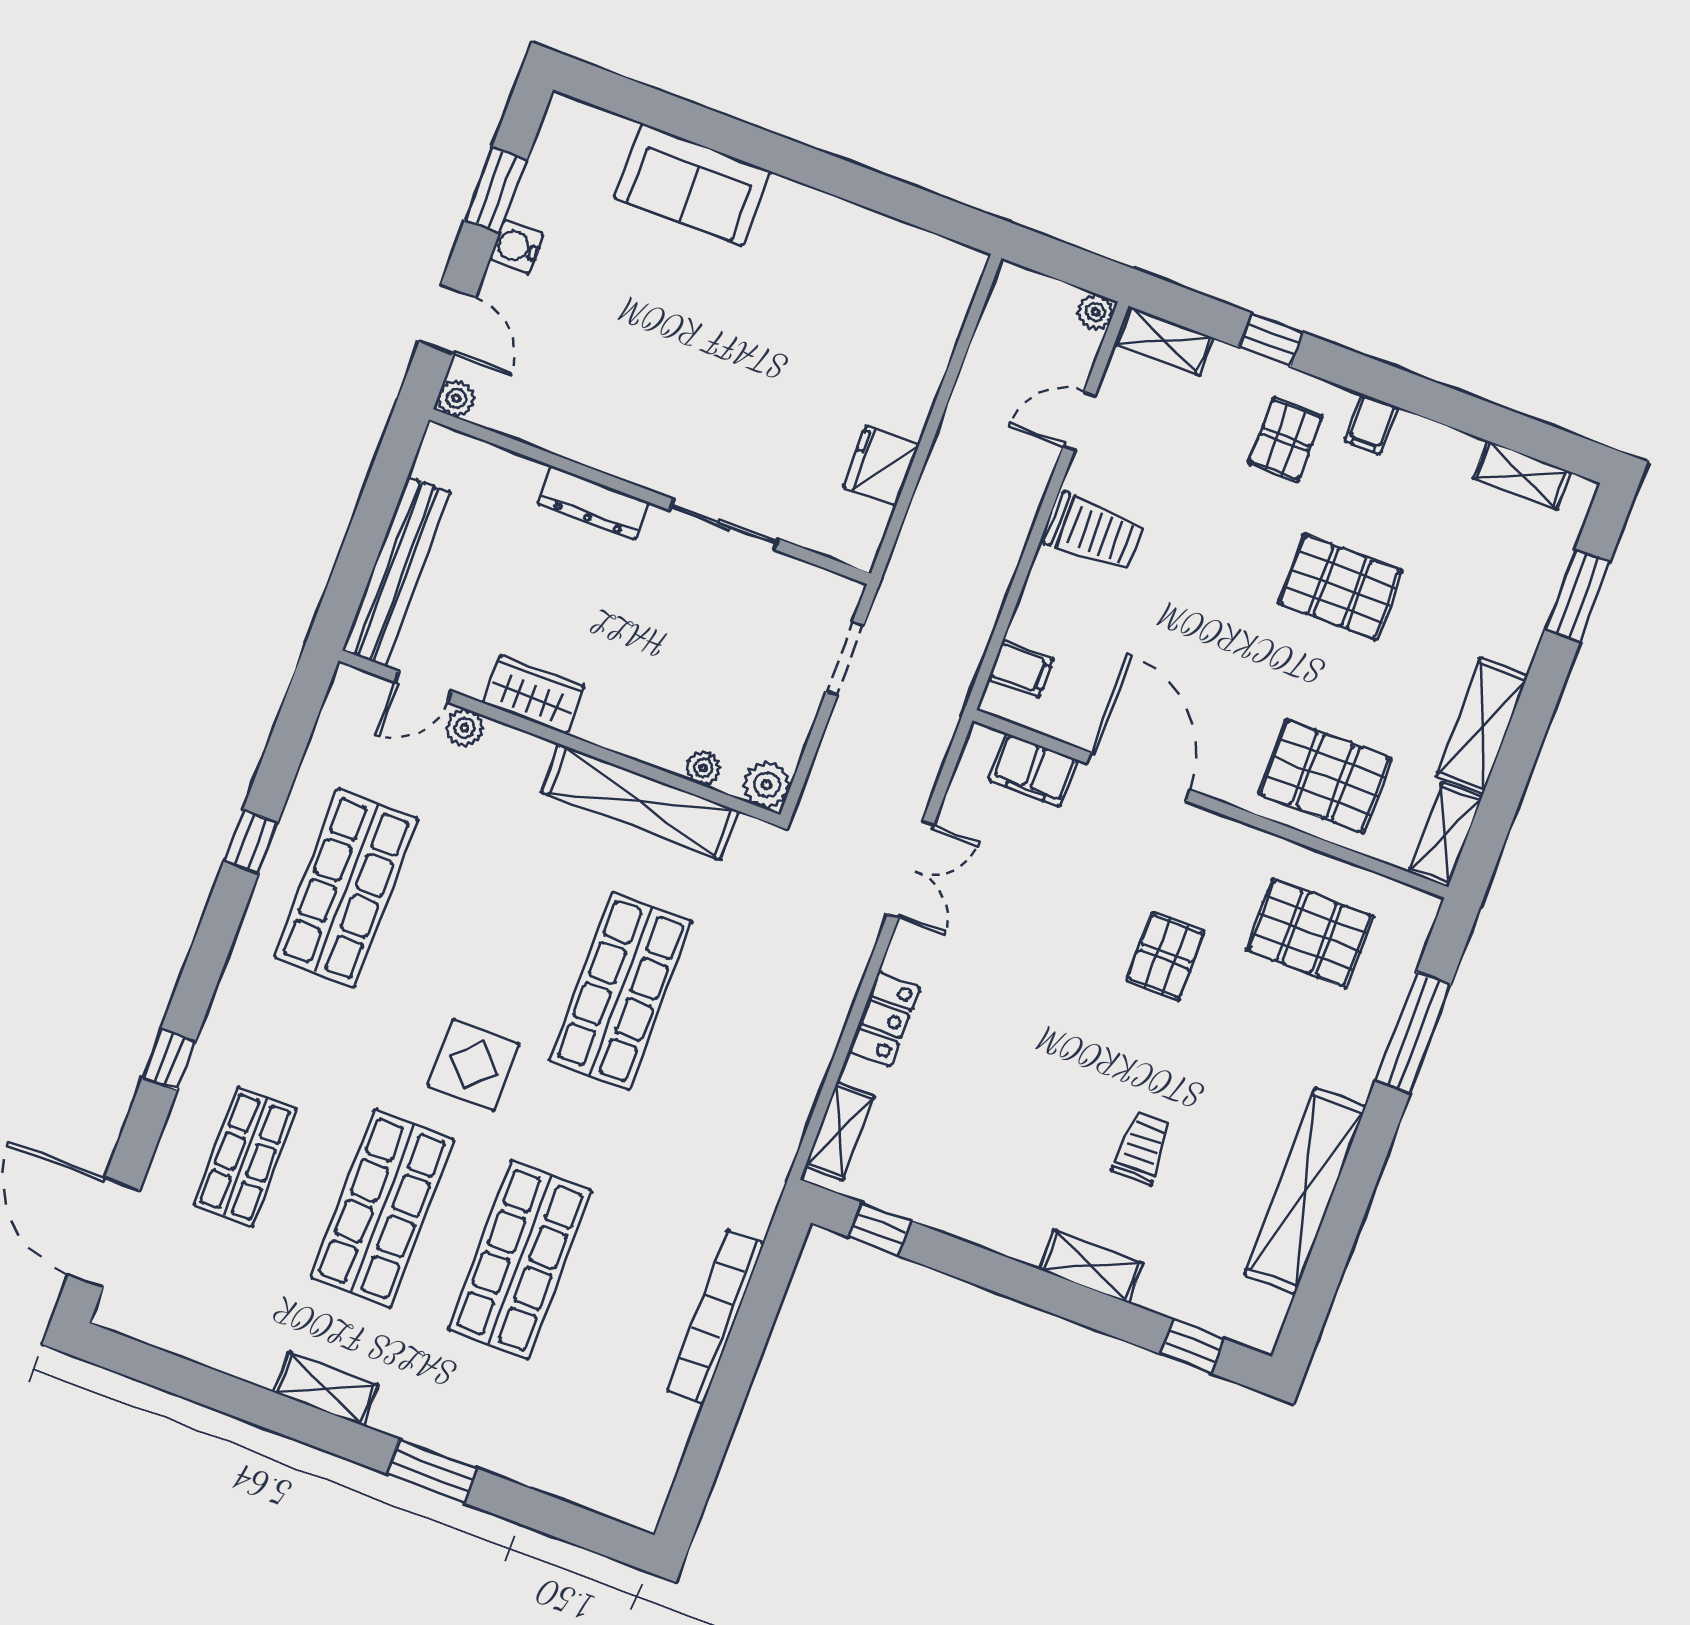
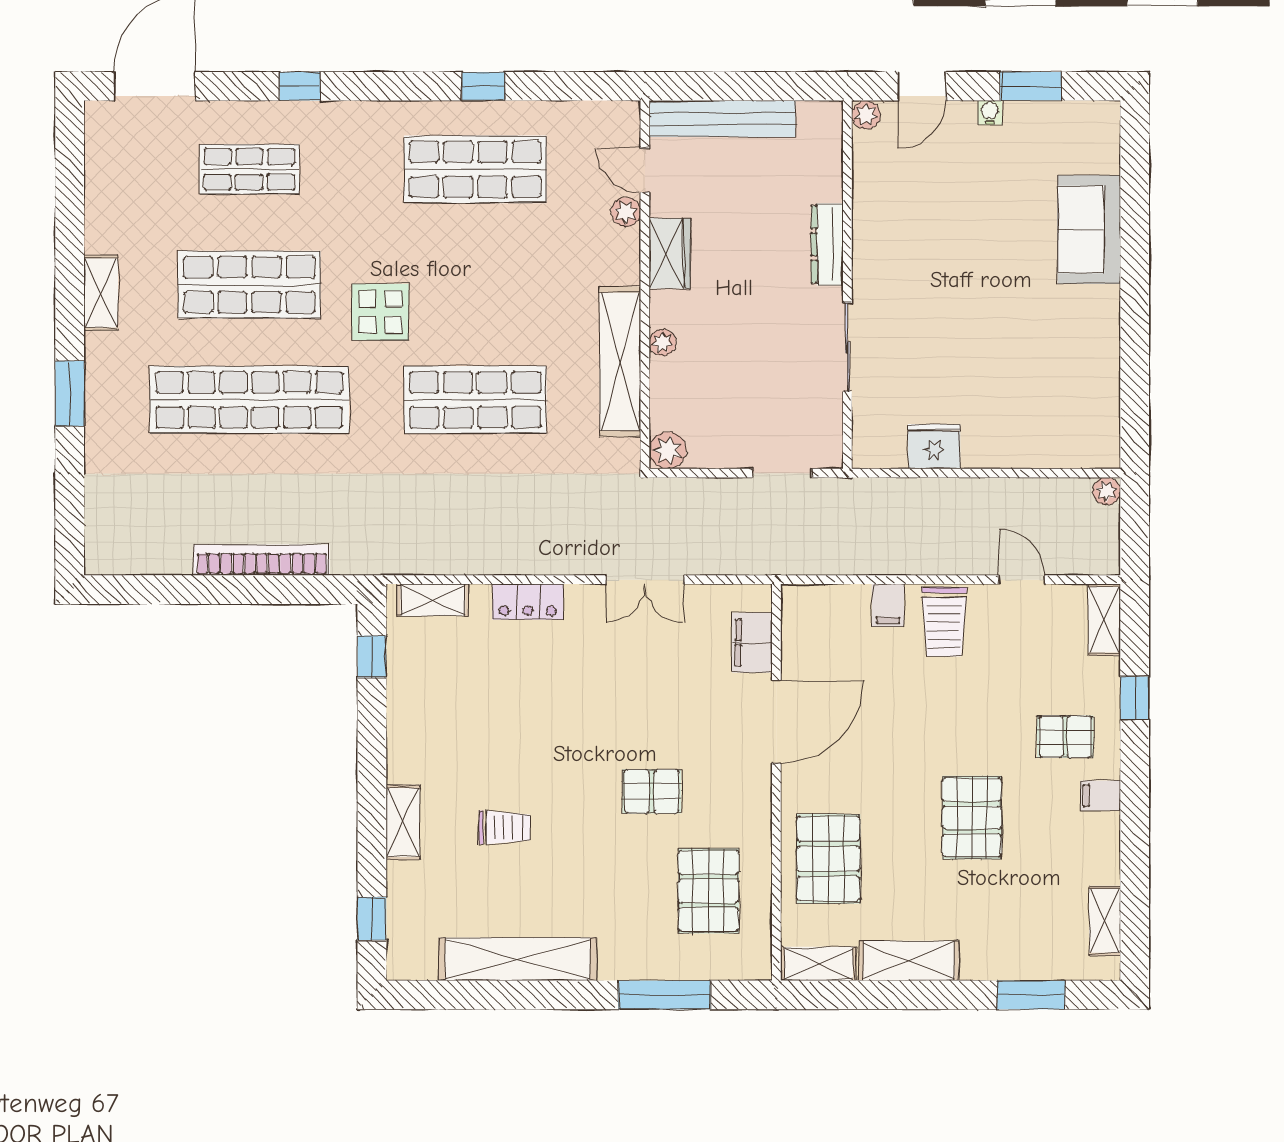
water cooler: (516, 247) -> (990, 113), width x0.72, depth x0.72
plant: (1095, 312) -> (1107, 491), moved
filing cabinet: (1021, 669) -> (888, 605), moved
plant: (703, 768) -> (662, 343), moved
shop shelf: (520, 1260) -> (249, 400), width x1.40

